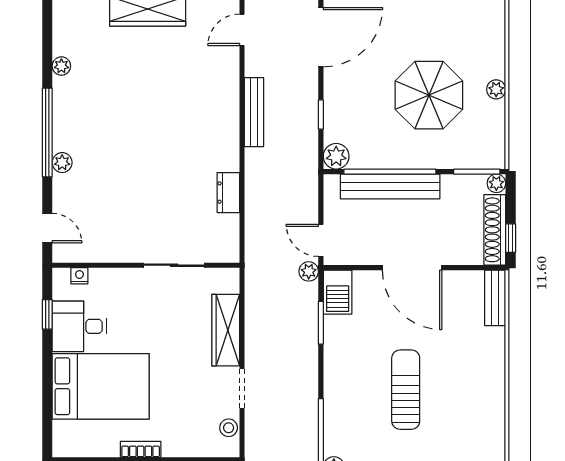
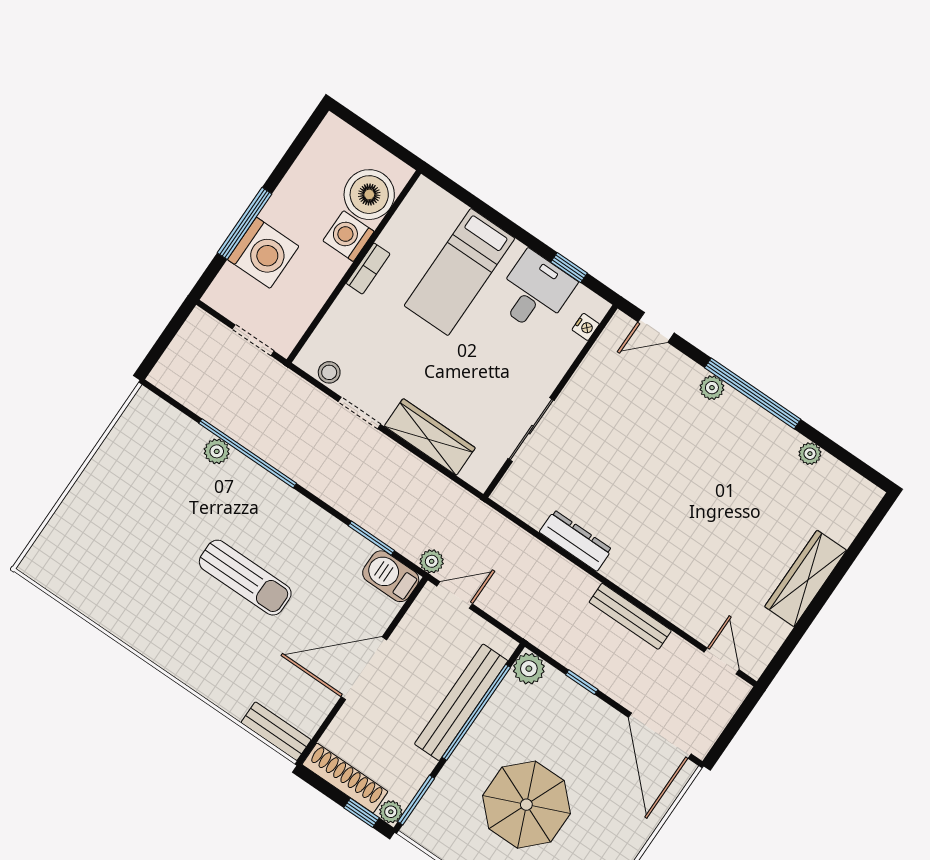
dresser: (228, 193) -> (576, 541), width x1.44
window: (511, 238) -> (362, 813), moved
bed: (101, 386) -> (459, 272), width x0.67

